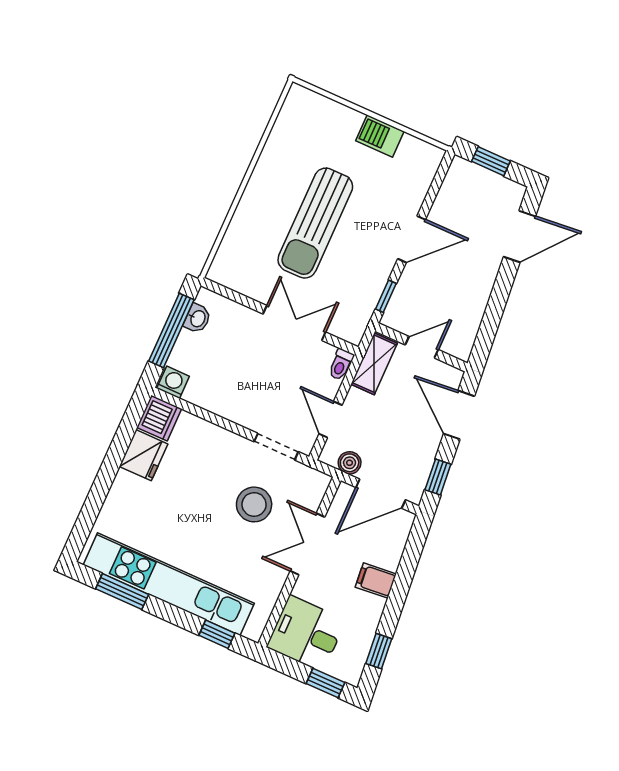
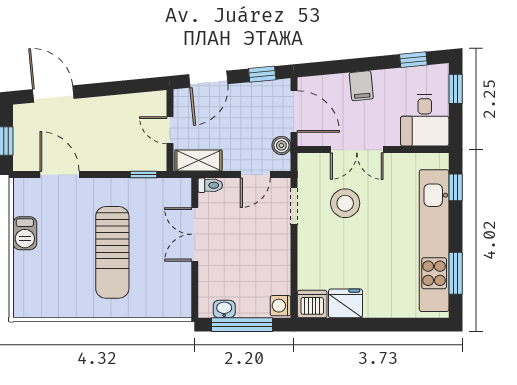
sun lounger: (315, 223) -> (112, 252), turned 90
door: (412, 239) -> (60, 174), moved

